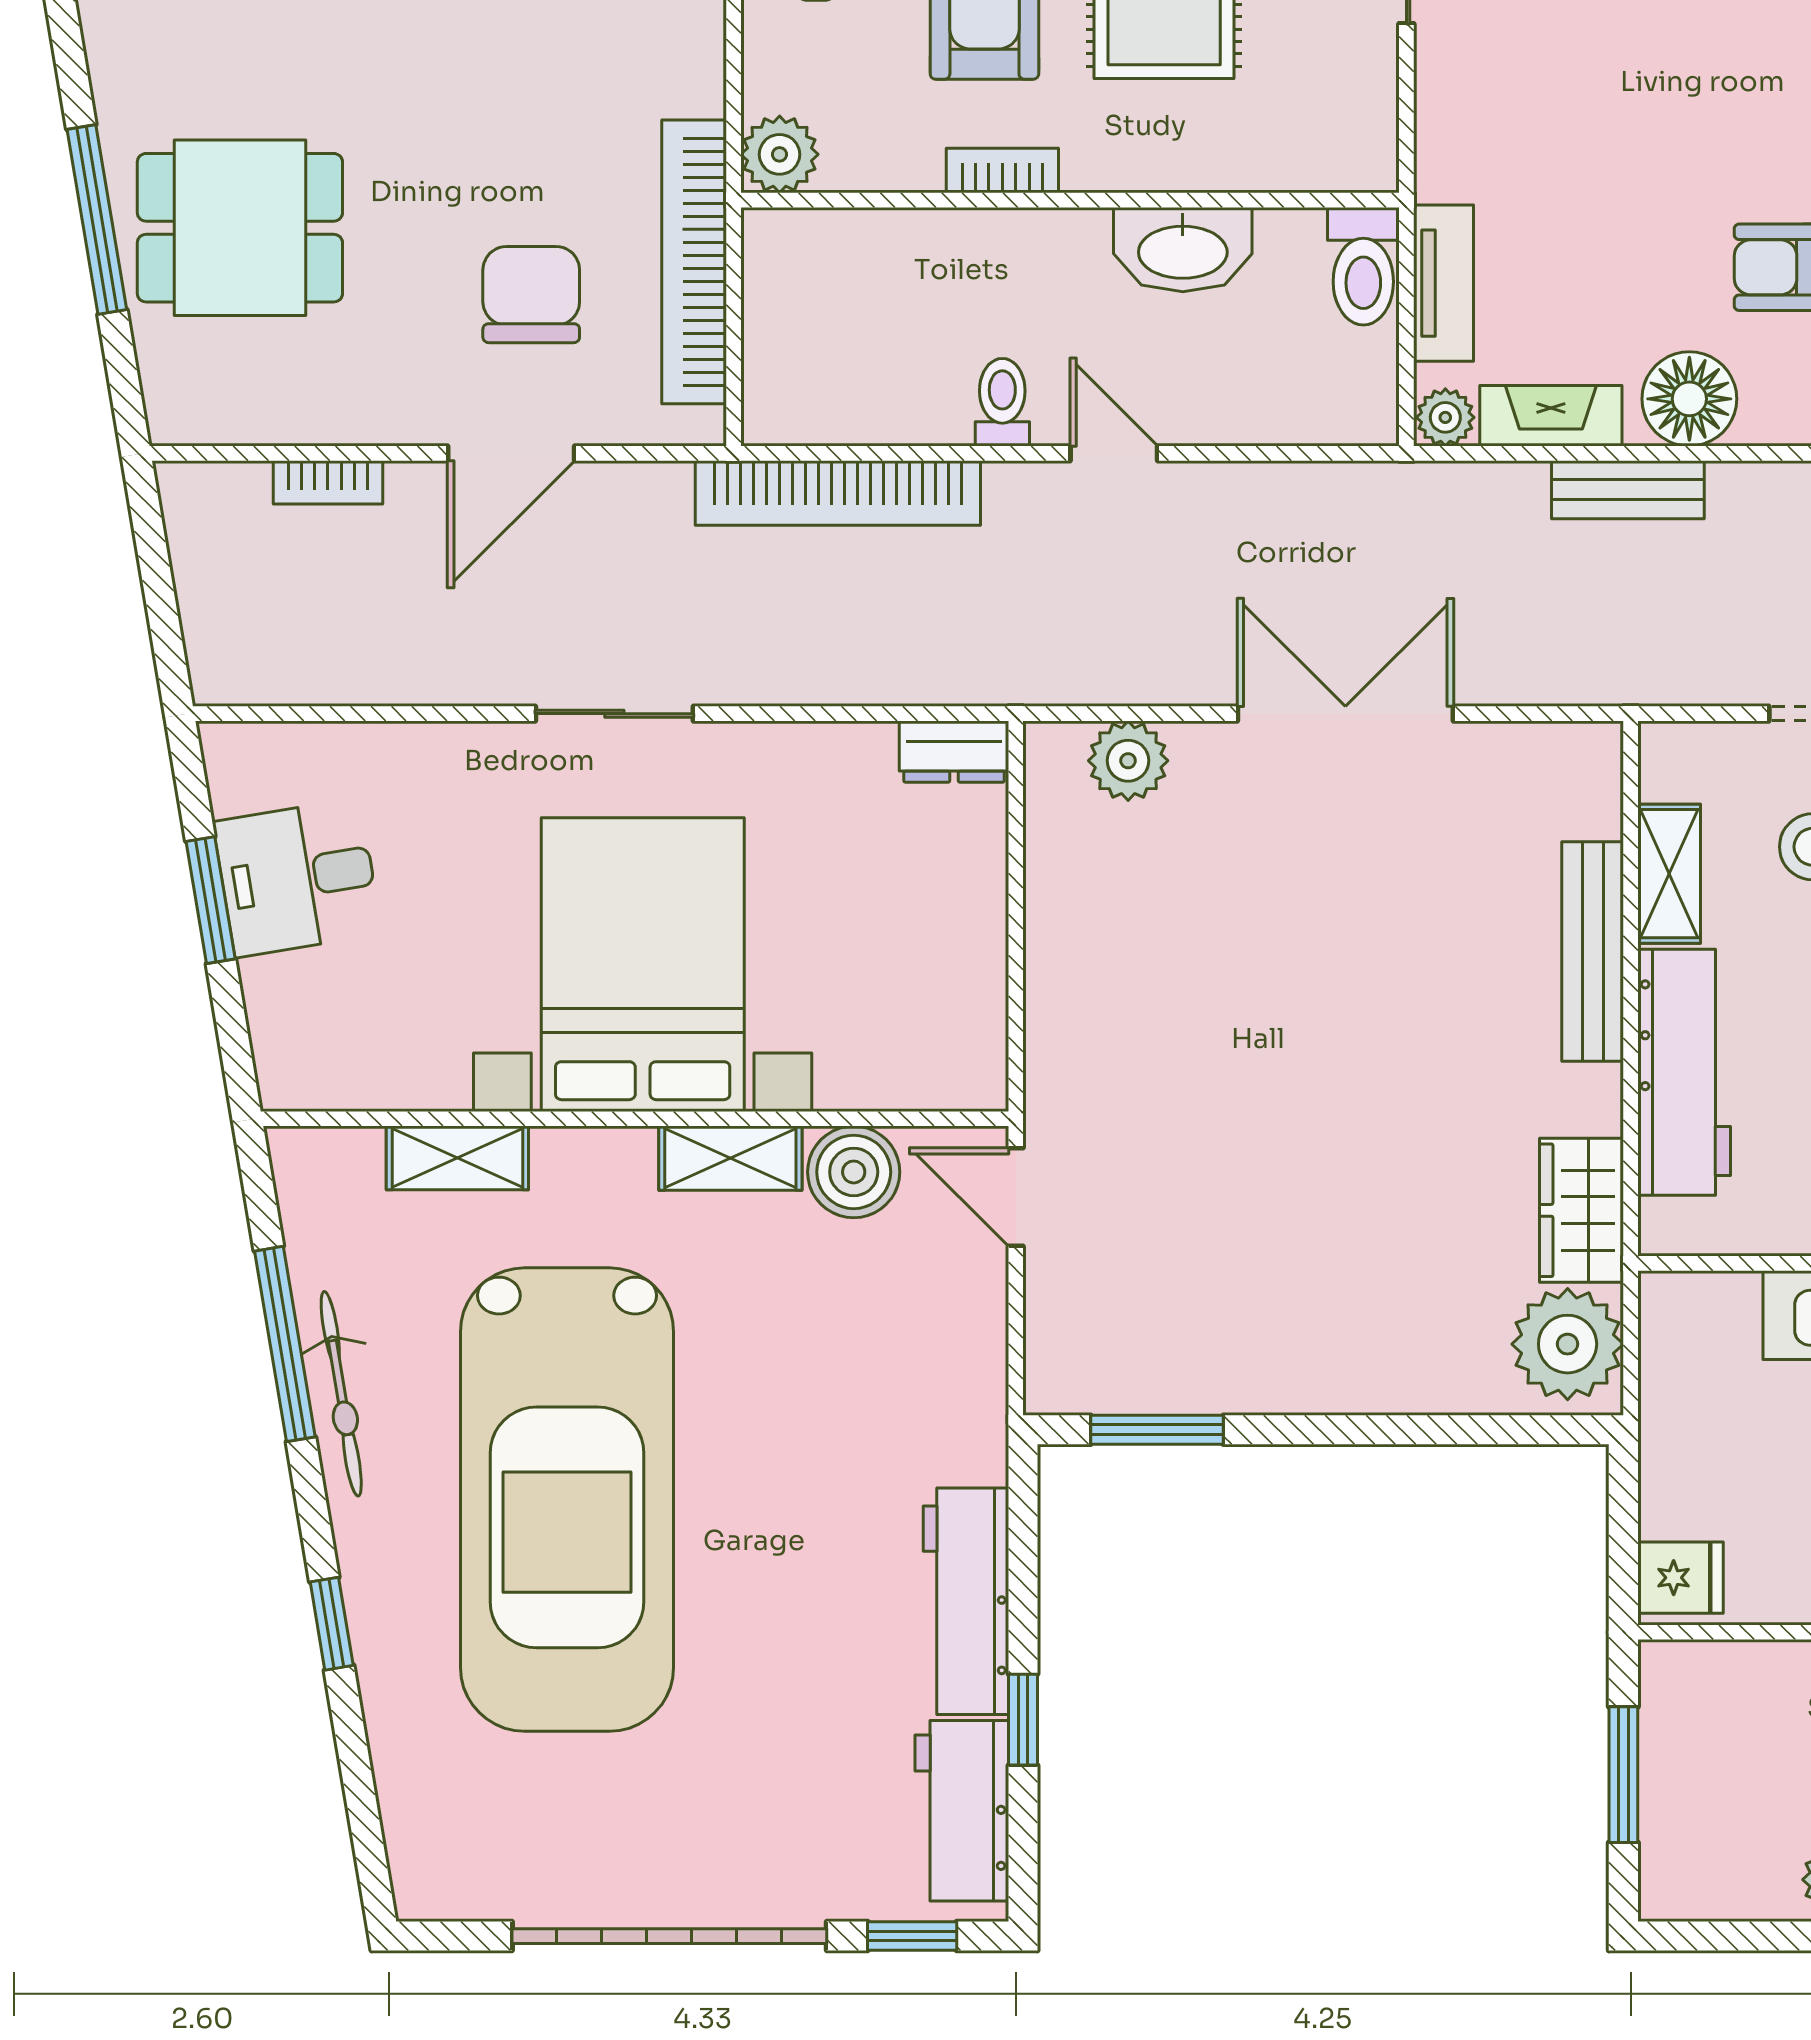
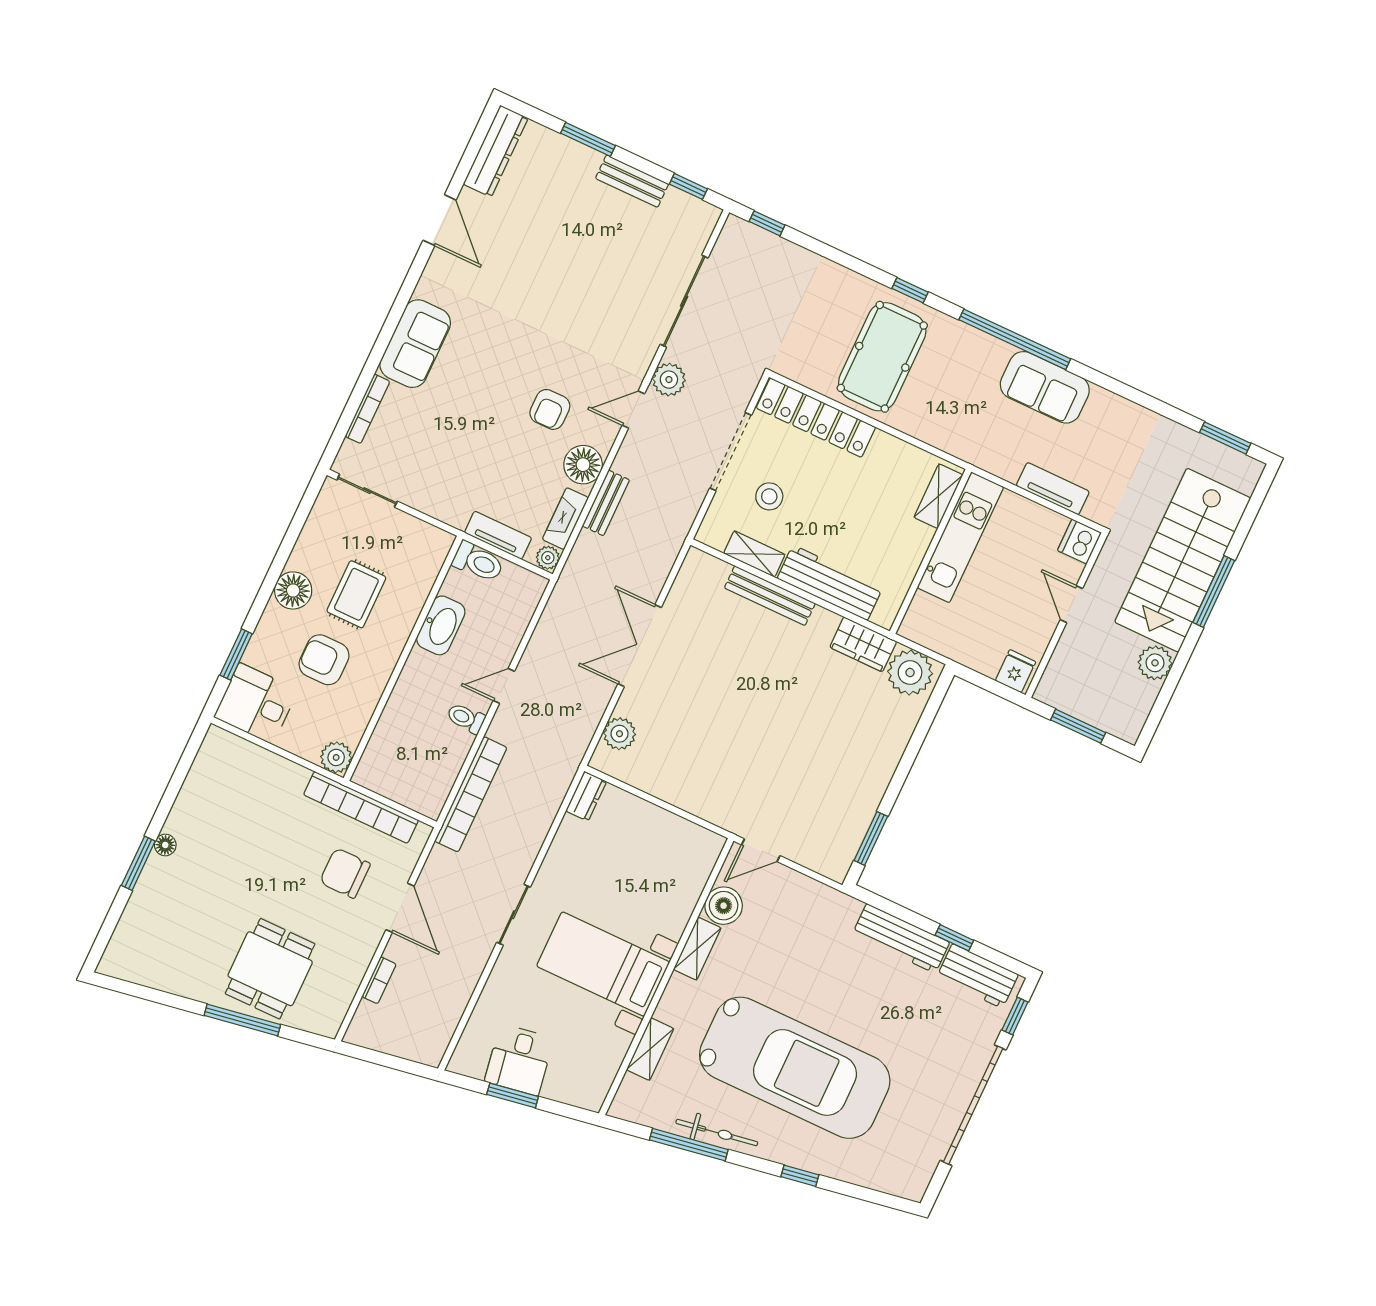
bookcase: (1002, 171) -> (381, 678), removed
bed with nightstands: (643, 965) -> (603, 964), width x0.73

